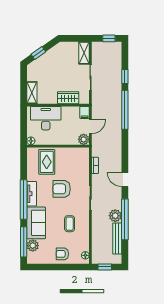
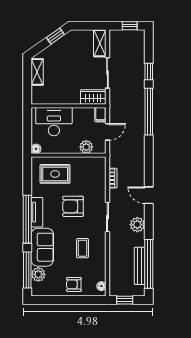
window: (38, 53) -> (55, 36), moved
shelving: (32, 93) -> (37, 72), moved
wardrobe: (68, 98) -> (93, 97), moved
plant: (84, 139) -> (86, 147), moved
rug: (47, 162) -> (55, 174), turned 90
plant: (115, 216) -> (137, 225), moved
window: (125, 219) -> (149, 264), moved

